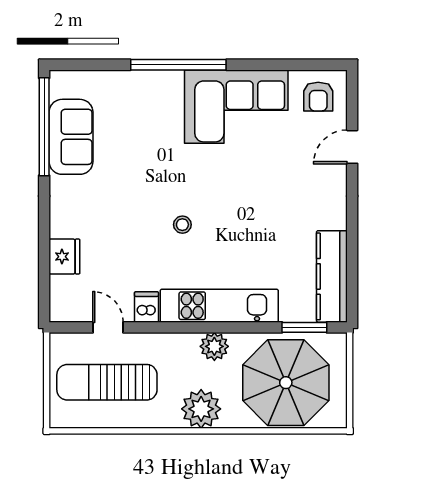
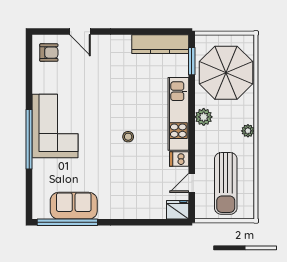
corner sofa: (236, 107) -> (55, 126), moved
fridge: (64, 257) -> (178, 210), moved
plant: (201, 409) -> (248, 131), width x0.53, depth x0.53

